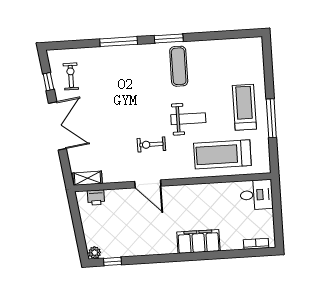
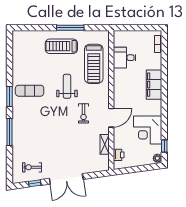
double door: (57, 126) -> (66, 179), swing flipped
shelving: (88, 178) -> (105, 144), moved
desk: (256, 195) -> (124, 58), moved, turned -90
corner desk: (134, 236) -> (148, 130), added

